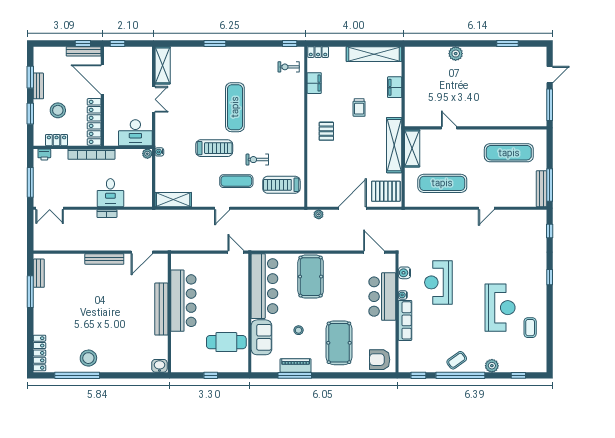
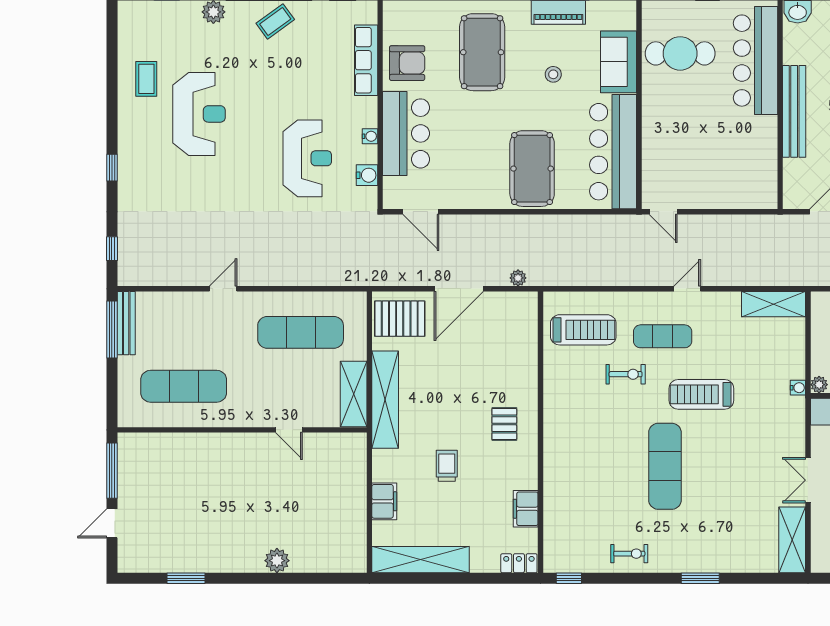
exercise bike: (289, 67) -> (629, 554), moved
bar counter: (183, 301) -> (756, 61), moved
reception desk: (500, 308) -> (199, 114), turned 180
row of seats: (405, 320) -> (366, 60), moved
armchair: (380, 360) -> (407, 63), moved

